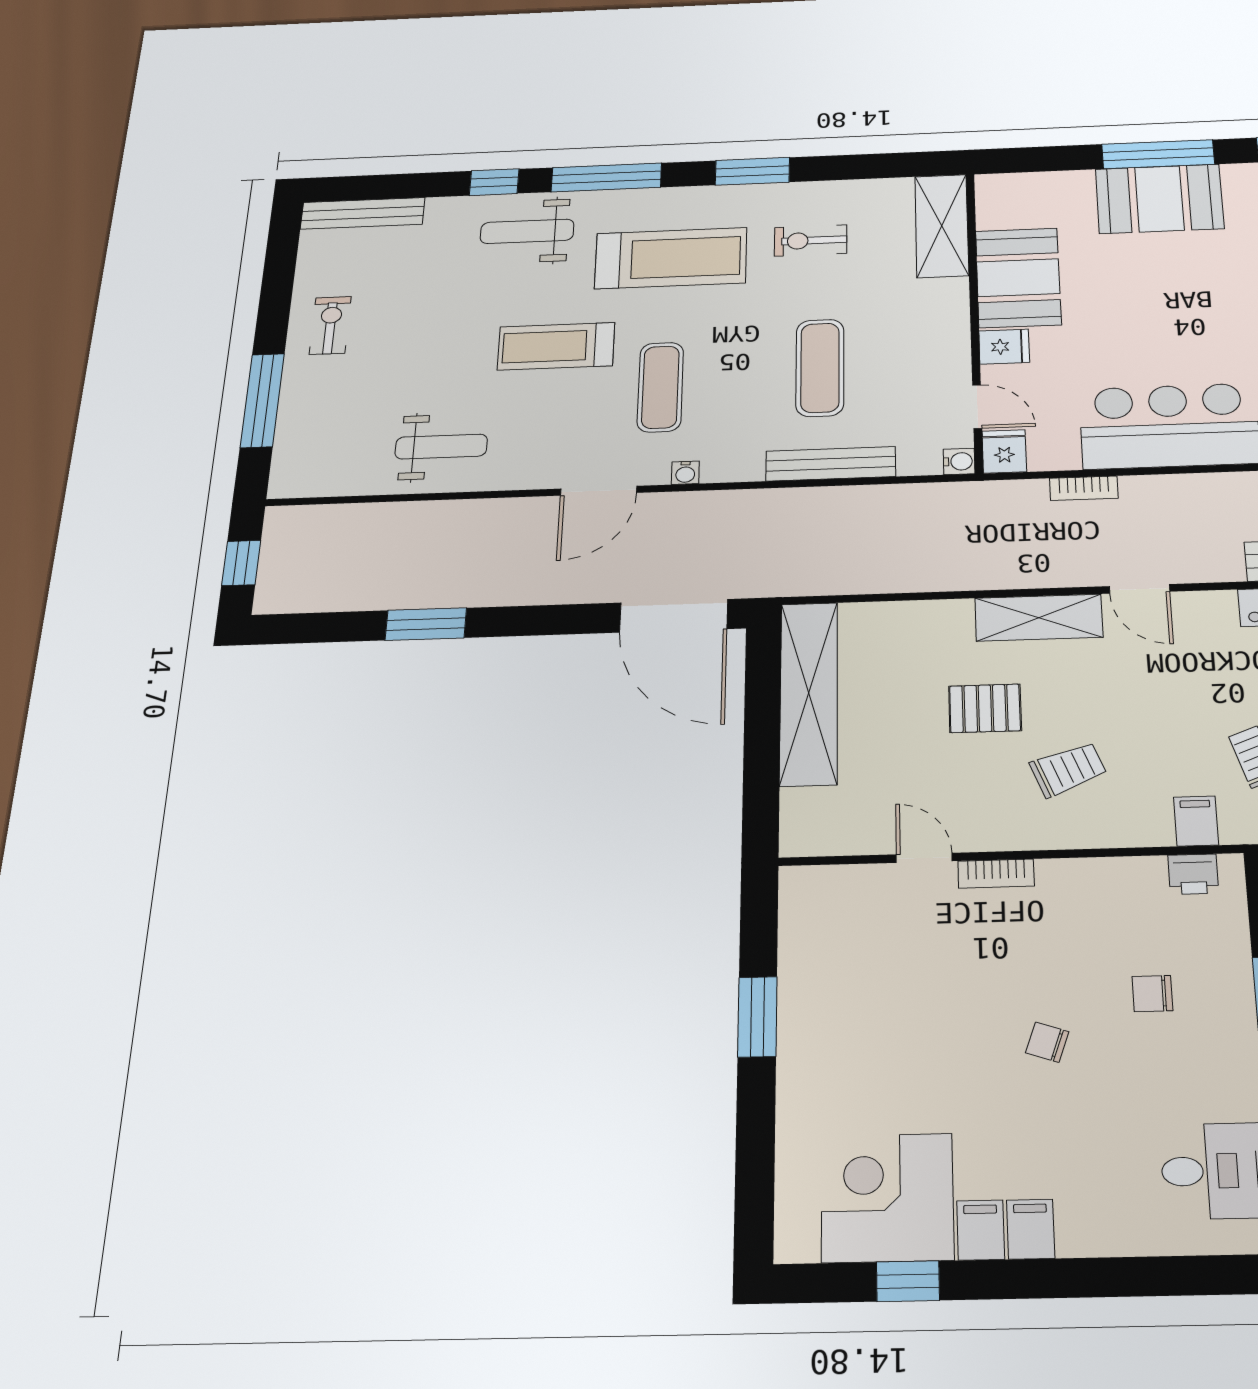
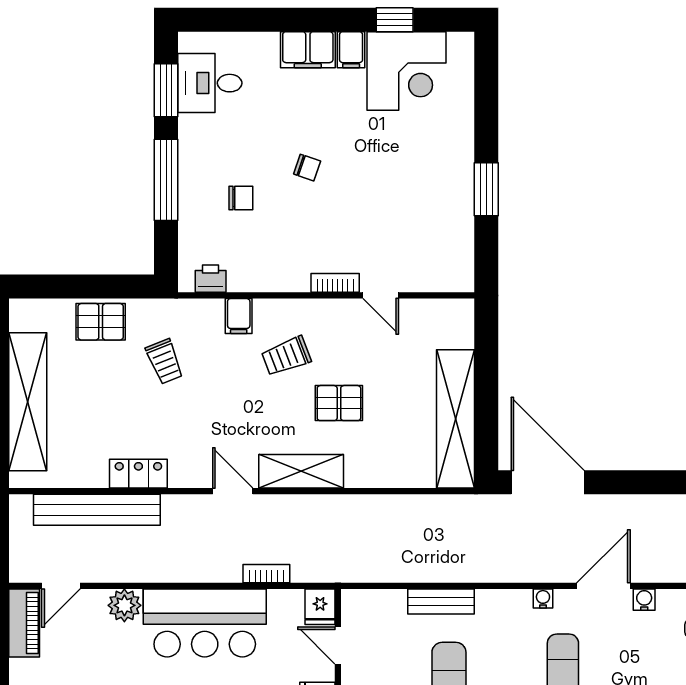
water cooler: (959, 461) -> (644, 600), moved, turned 90
bench: (831, 464) -> (441, 602), width x0.73
filing cabinet: (1196, 821) -> (239, 316), moved
filing cabinet: (1031, 1229) -> (308, 50), width x2.00

